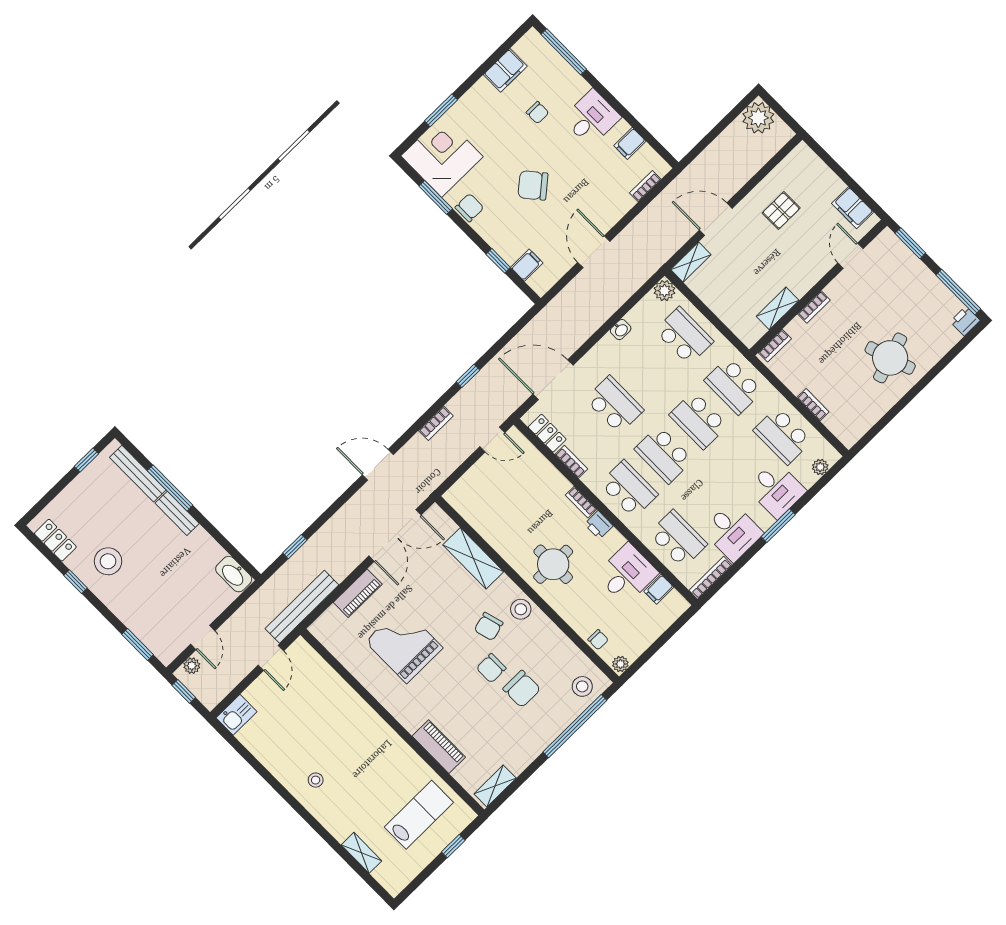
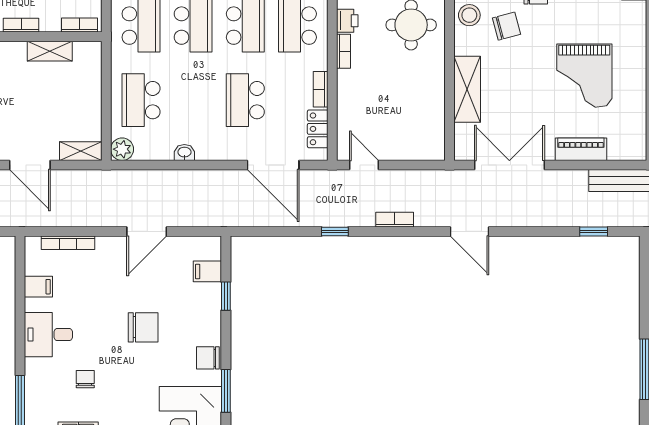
chair: (533, 185) -> (143, 327), turned -50
bookcase: (645, 186) -> (68, 243), width x1.56

